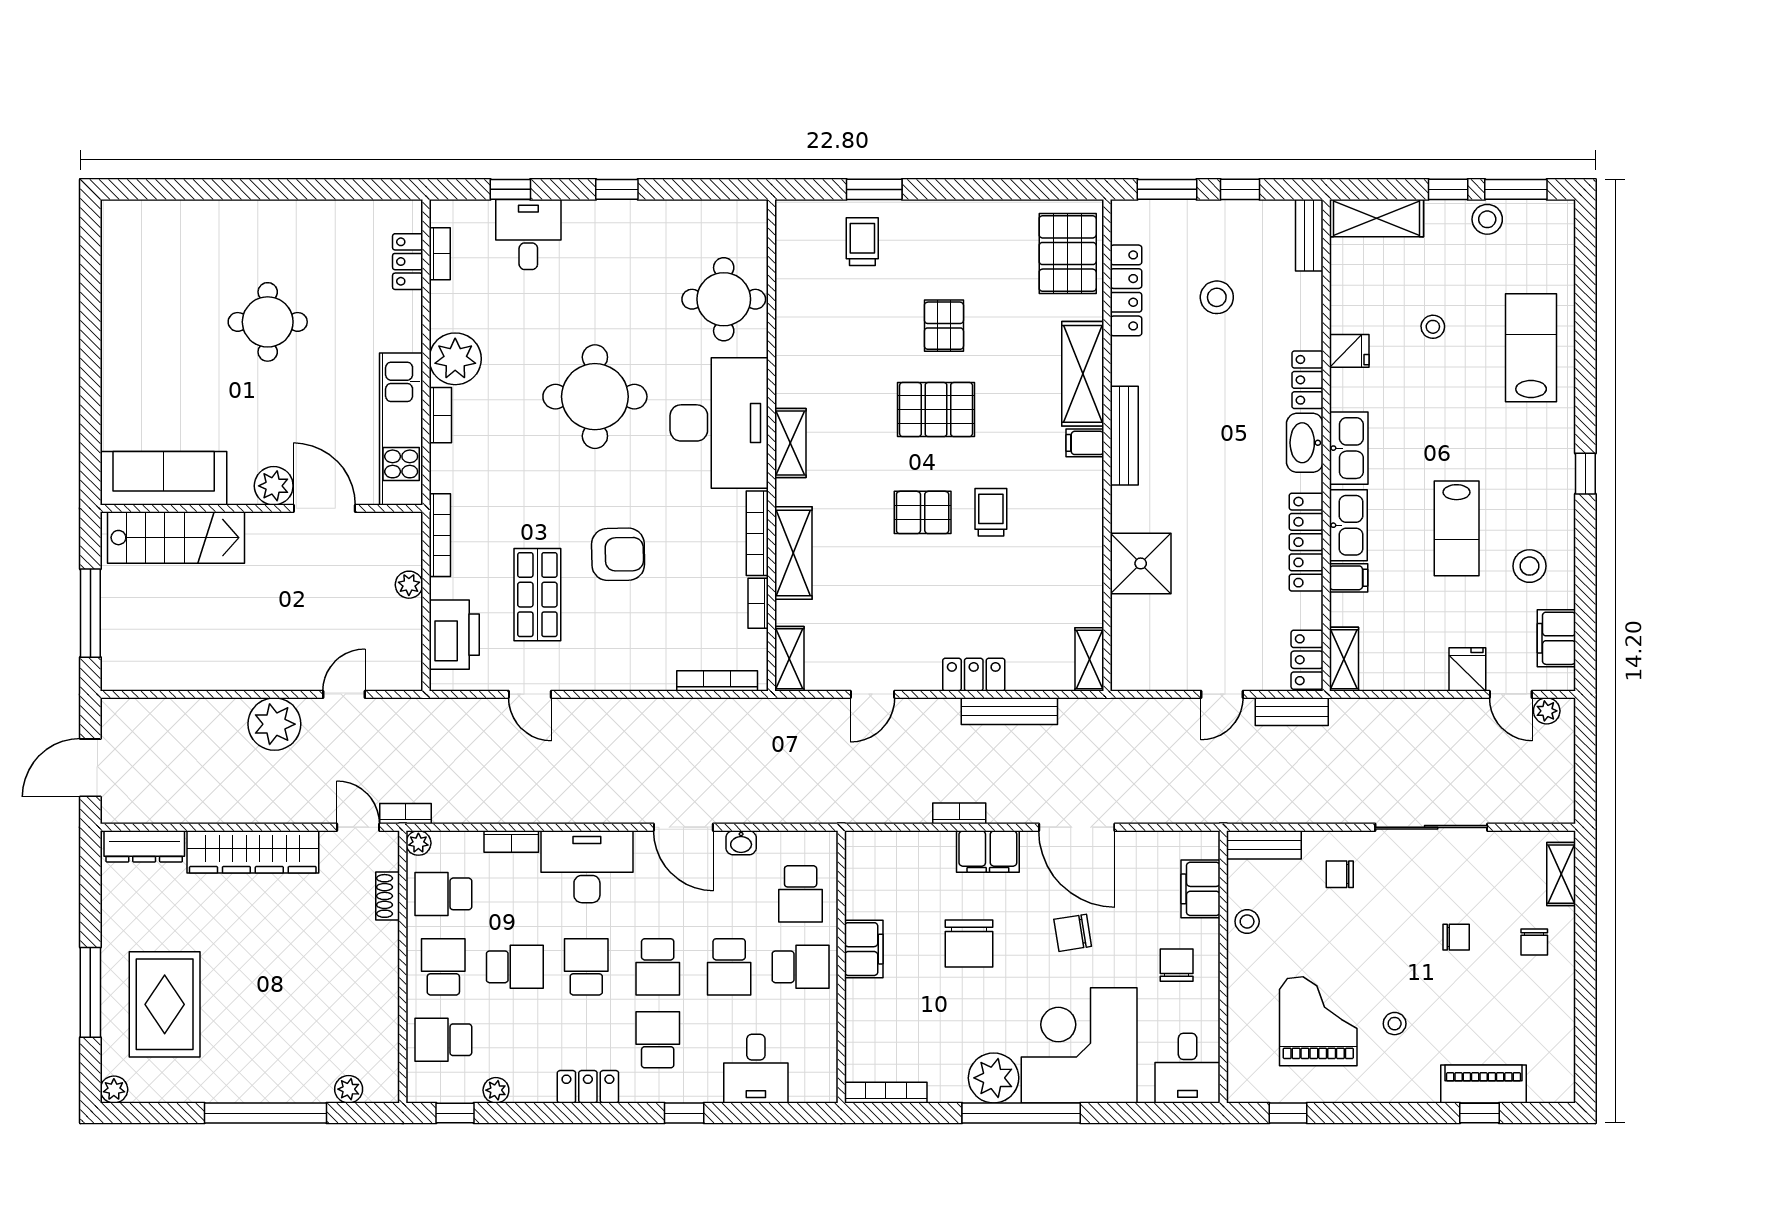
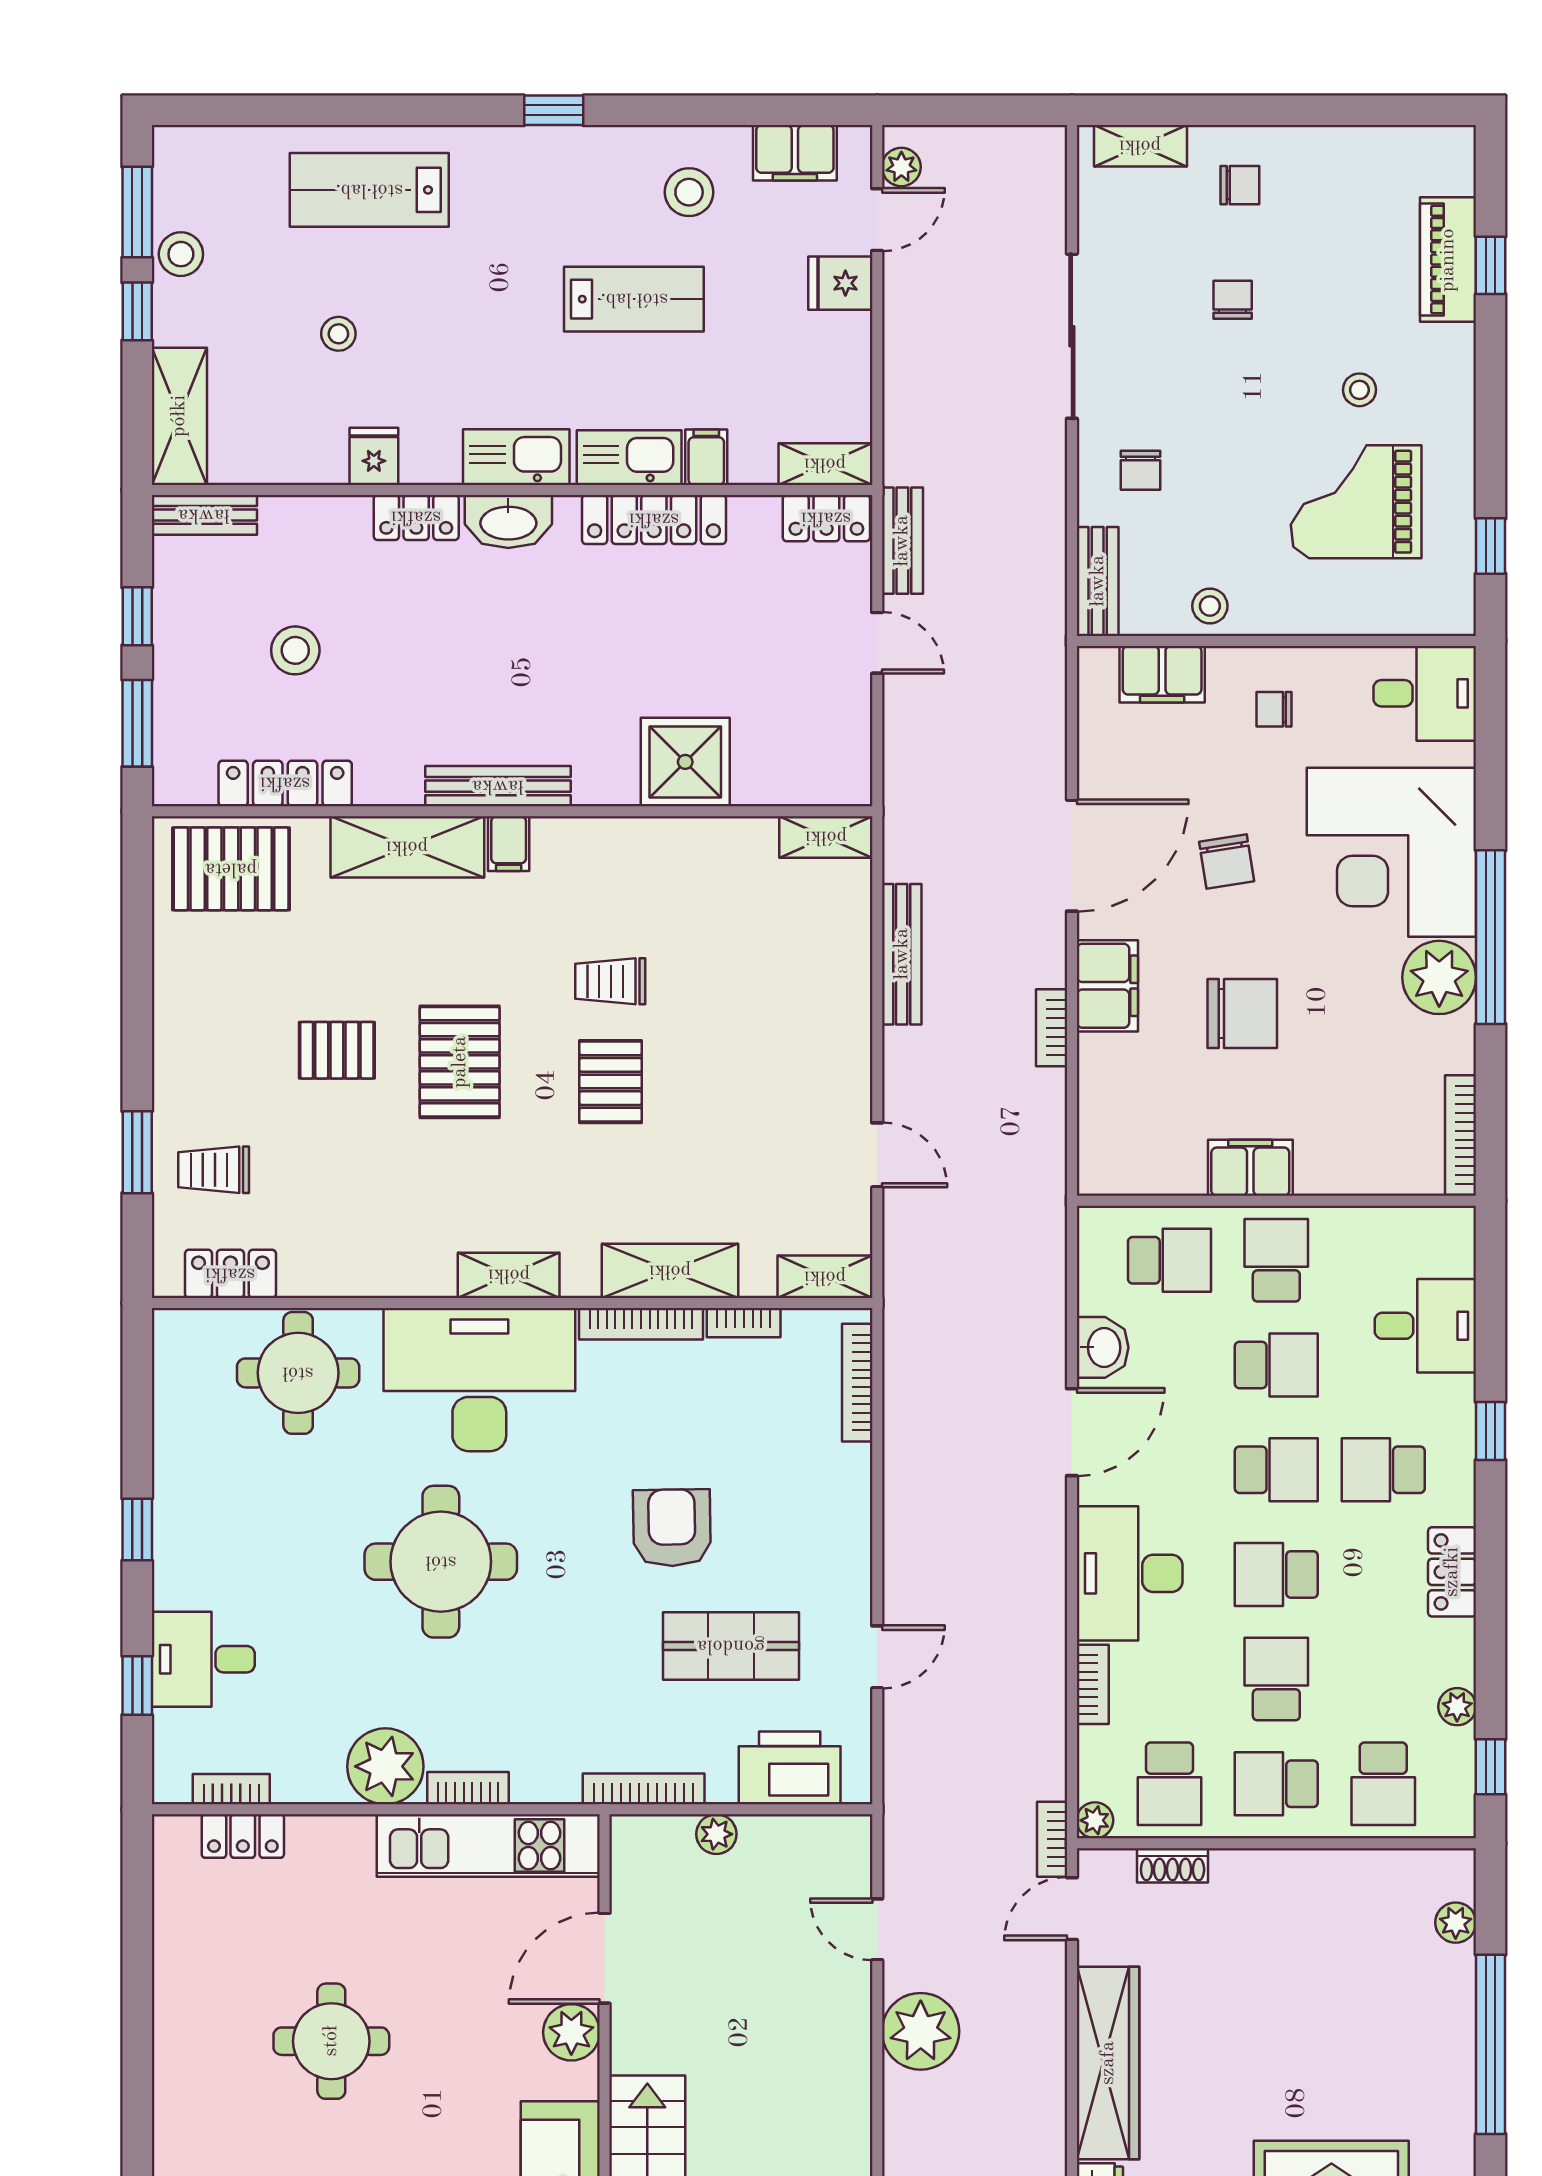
locker: (974, 675) -> (230, 1274), moved, turned 90
washbasin: (741, 843) -> (1103, 1347), width x1.38, depth x1.45
chair: (1177, 965) -> (1274, 709), width x0.73, depth x0.73

